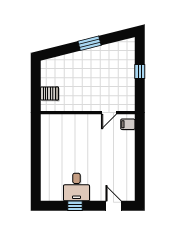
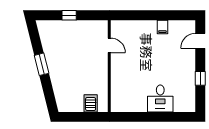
filing cabinet: (128, 124) -> (162, 27), moved
desk: (76, 187) -> (160, 98), moved, turned 90

